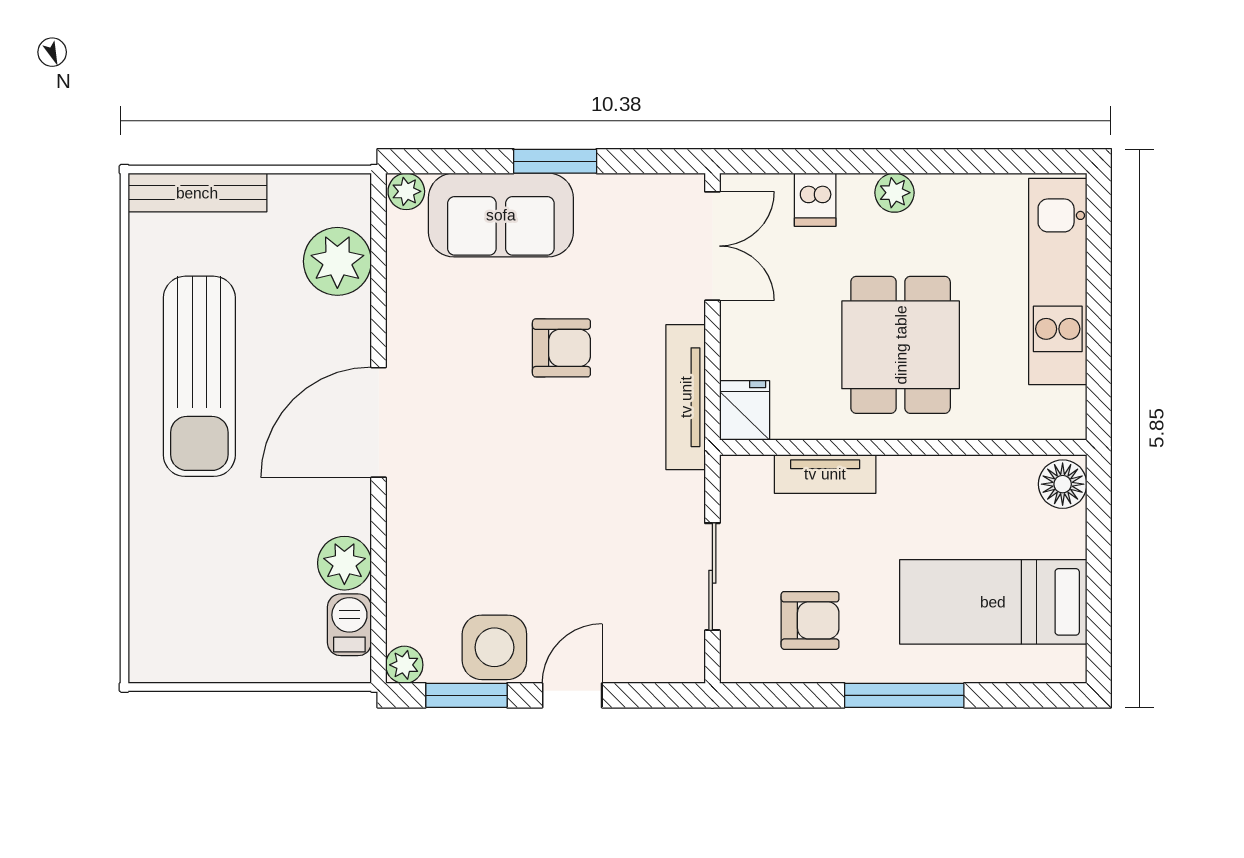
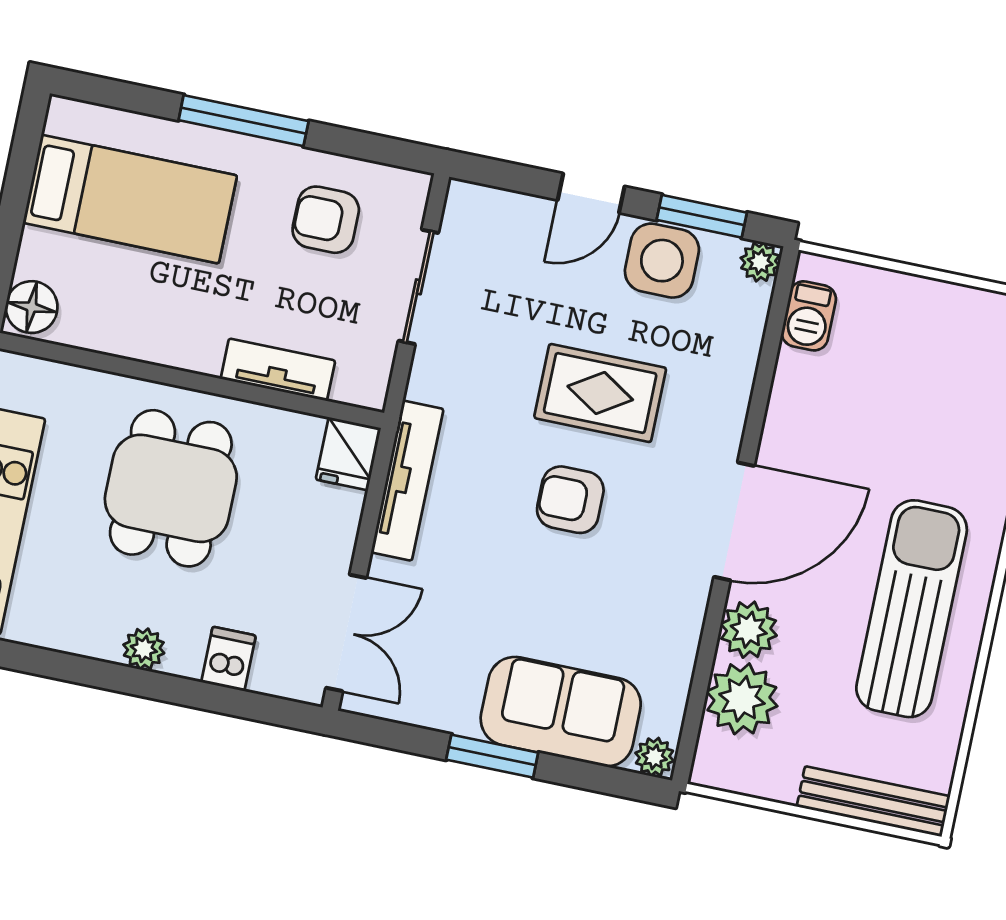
double door: (712, 246) -> (346, 633), swing flipped
armchair: (561, 348) -> (570, 500), moved
rug: (526, 514) -> (600, 393), added
plant: (344, 563) -> (749, 630), moved

